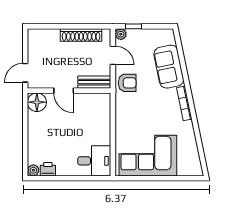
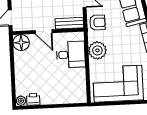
plant: (126, 116) -> (97, 50), added
desk: (94, 161) -> (71, 55), moved

